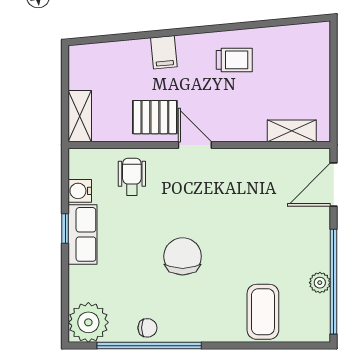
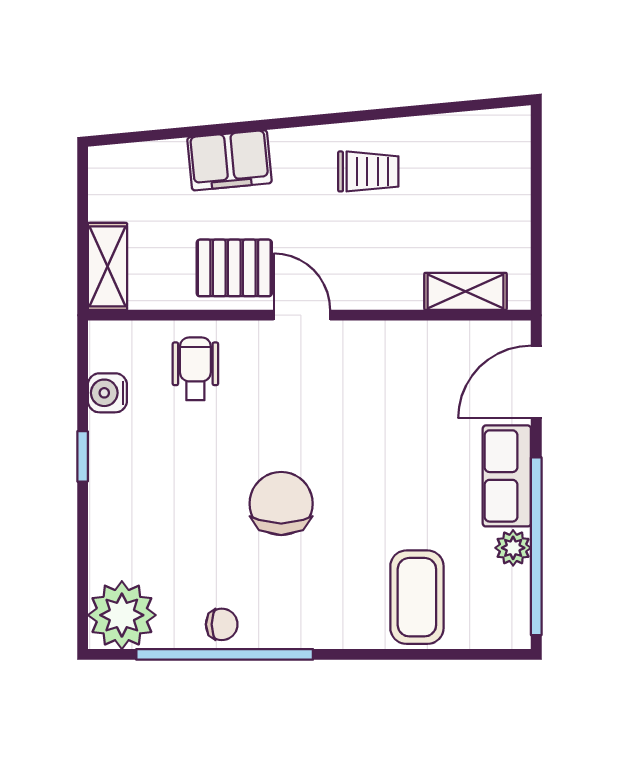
filing cabinet: (164, 52) -> (229, 160), width x2.00
row of seats: (83, 234) -> (507, 476), moved, turned 180

